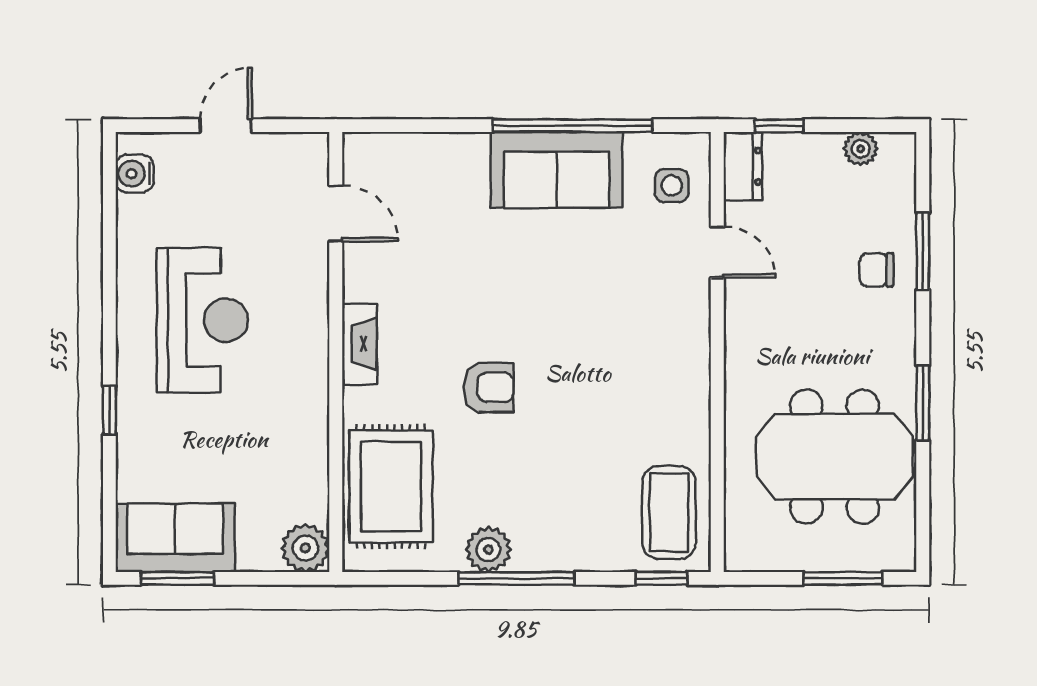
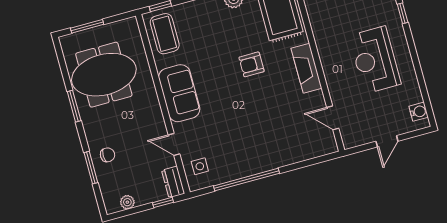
sofa: (557, 170) -> (179, 93), moved, turned 90
fireplace: (359, 344) -> (306, 68), width x1.37, depth x1.32

